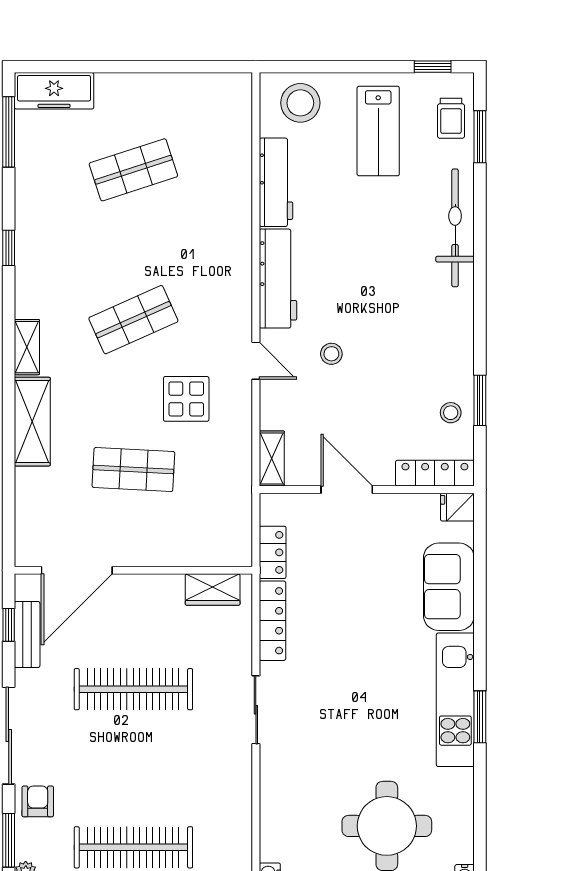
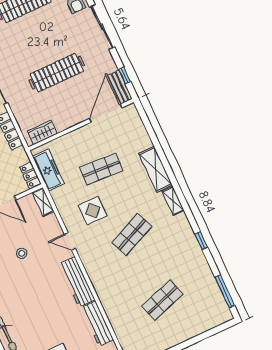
freezer: (54, 91) -> (48, 170), moved, turned 90
stool: (331, 354) -> (22, 253), moved
locker: (273, 552) -> (30, 175), moved
bench: (27, 635) -> (120, 87), moved

